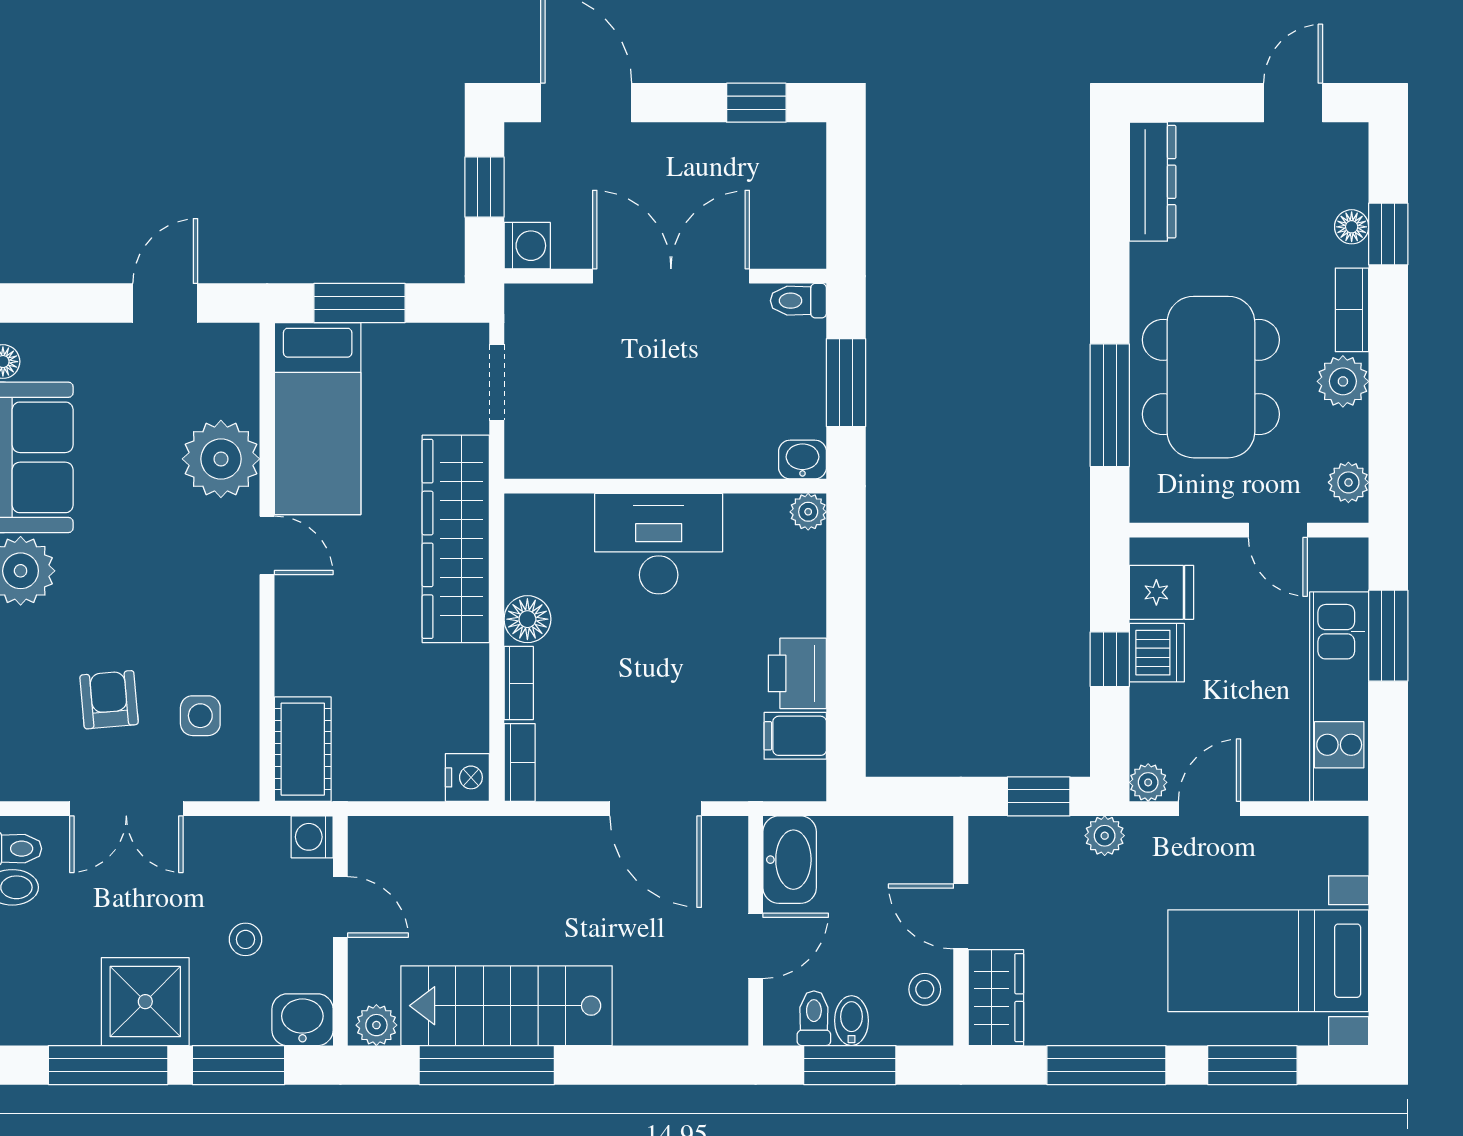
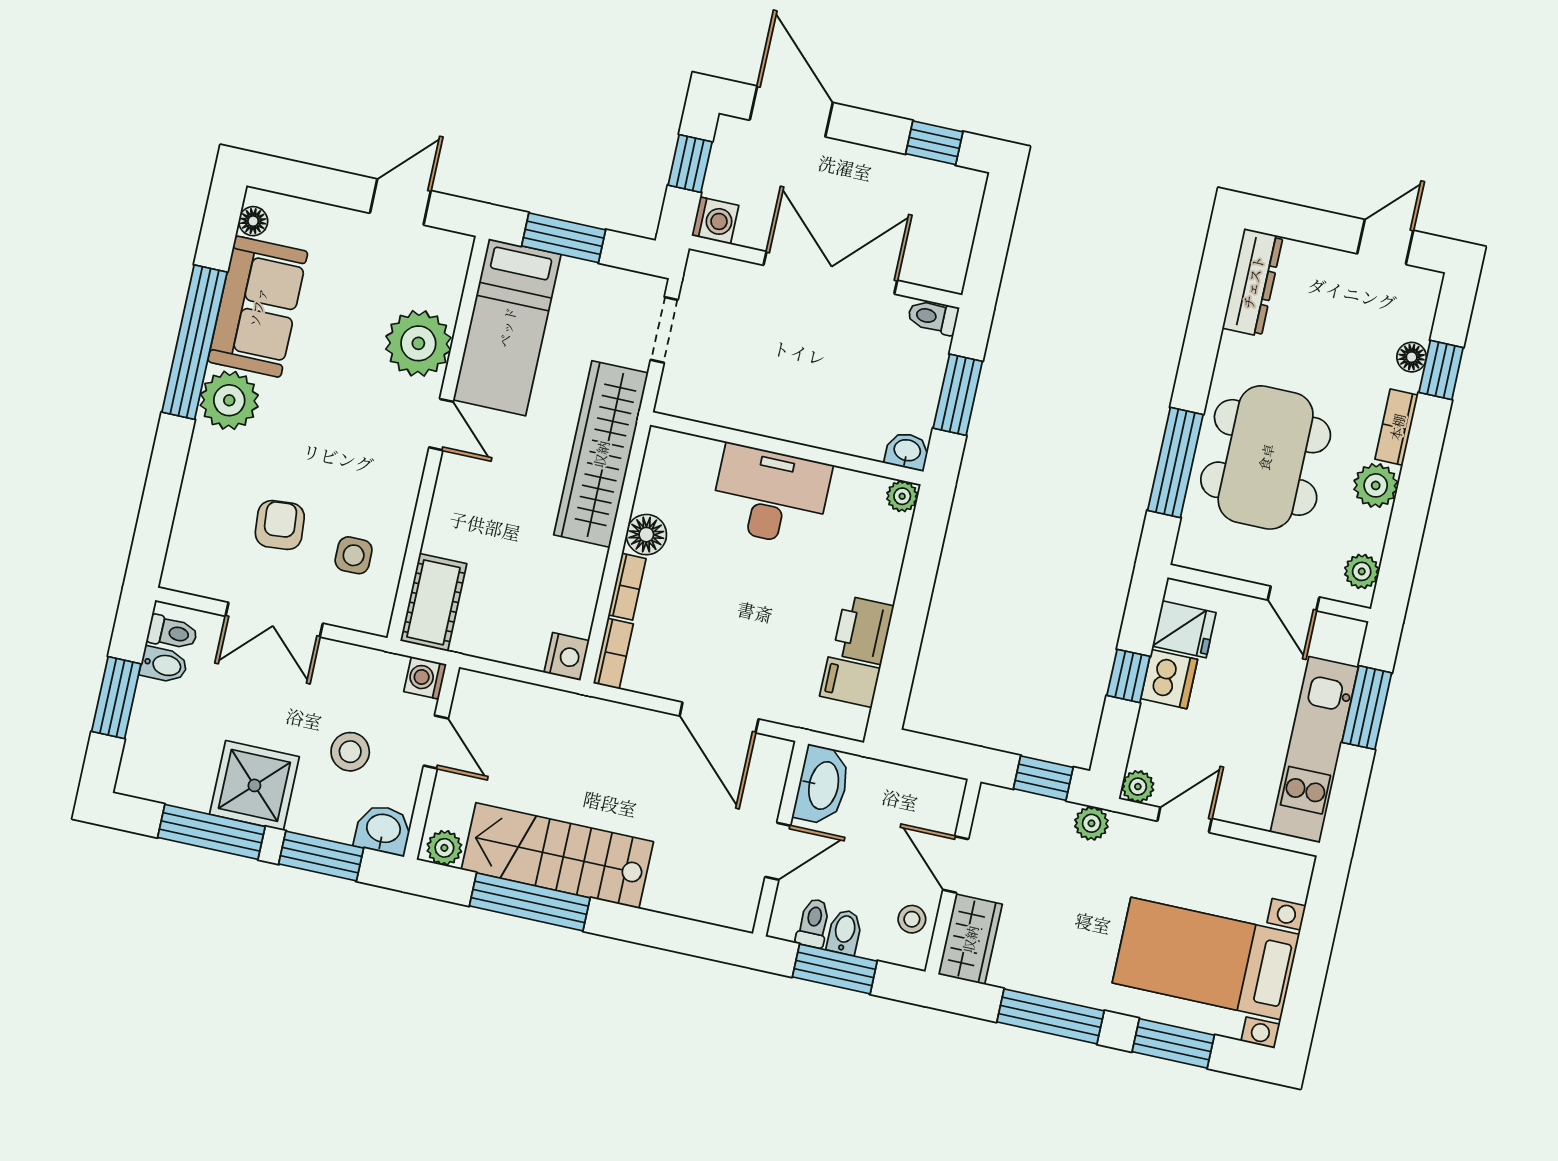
stool: (246, 939) -> (350, 752), width x1.37, depth x1.37

